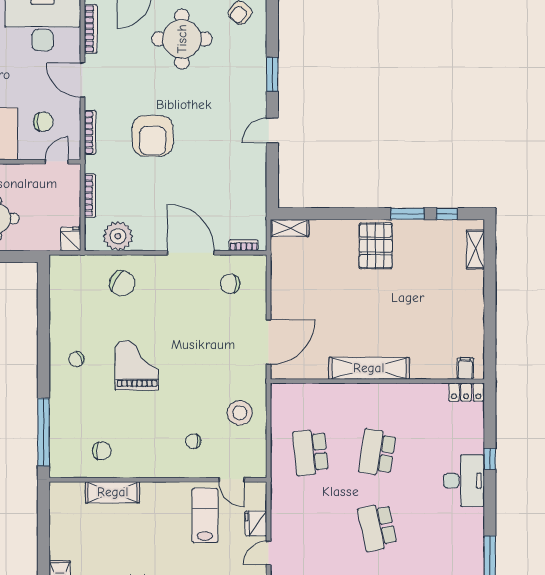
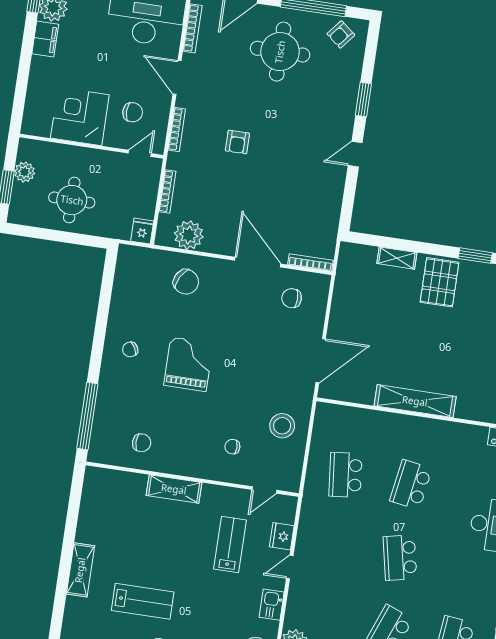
armchair: (153, 136) -> (237, 142), width x0.53, depth x0.53
shelving: (290, 228) -> (397, 258), moved
bookcase: (244, 245) -> (310, 262), width x1.56
door: (232, 480) -> (264, 490), hinge flipped
shelving: (113, 492) -> (174, 489), moved
lab bench: (205, 515) -> (230, 544), moved

